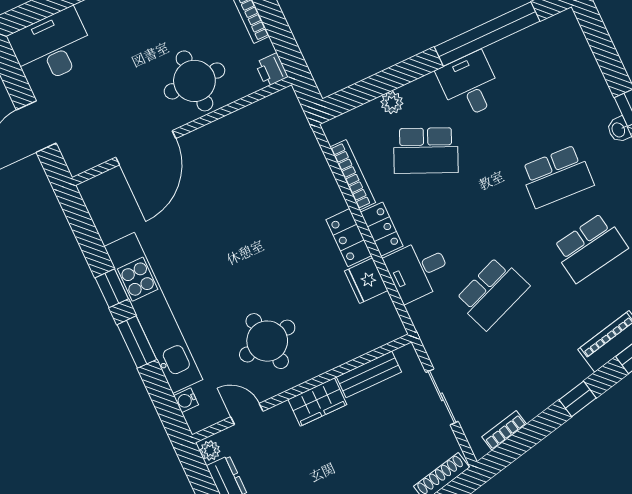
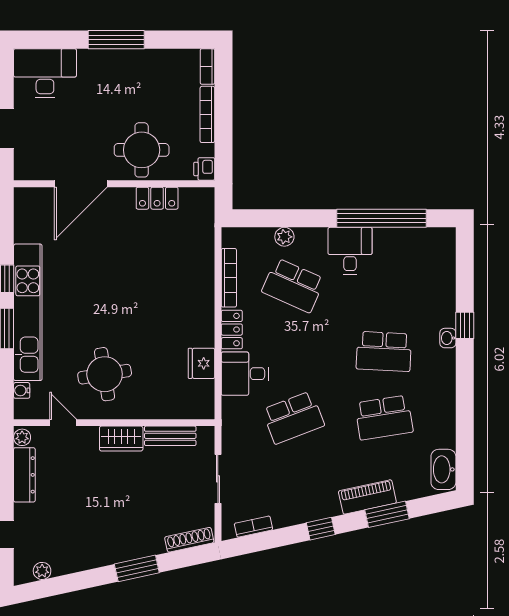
locker: (349, 238) -> (157, 198), moved, turned -90

